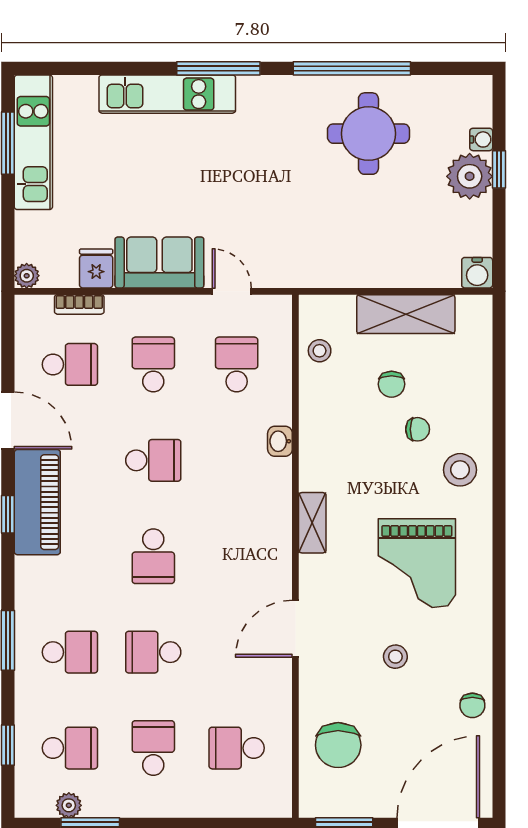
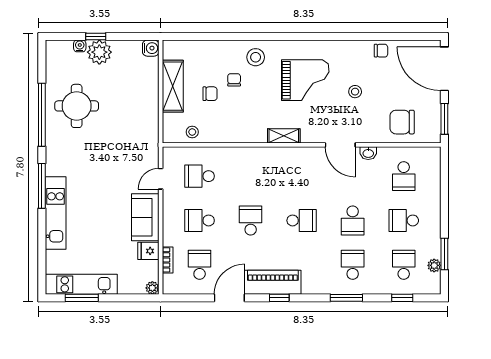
washbasin: (280, 441) -> (368, 153), moved
chair: (338, 745) -> (402, 122), turned 180

